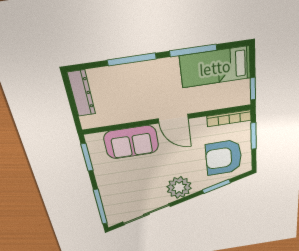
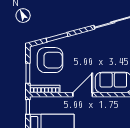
door: (173, 119) -> (83, 95), hinge flipped
plant: (179, 187) -> (85, 41), removed

